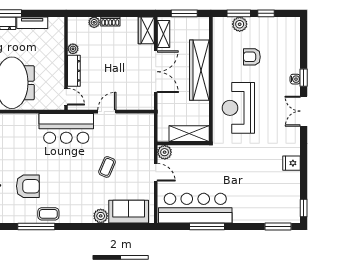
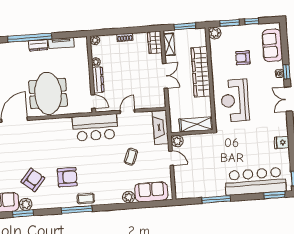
plant: (94, 22) -> (95, 40), moved
plant: (240, 24) -> (215, 33), moved
sofa: (289, 44) -> (272, 45), added
double door: (156, 72) -> (165, 76), width x0.73
fireplace: (146, 134) -> (160, 127), added
bar counter: (195, 208) -> (255, 181), moved

